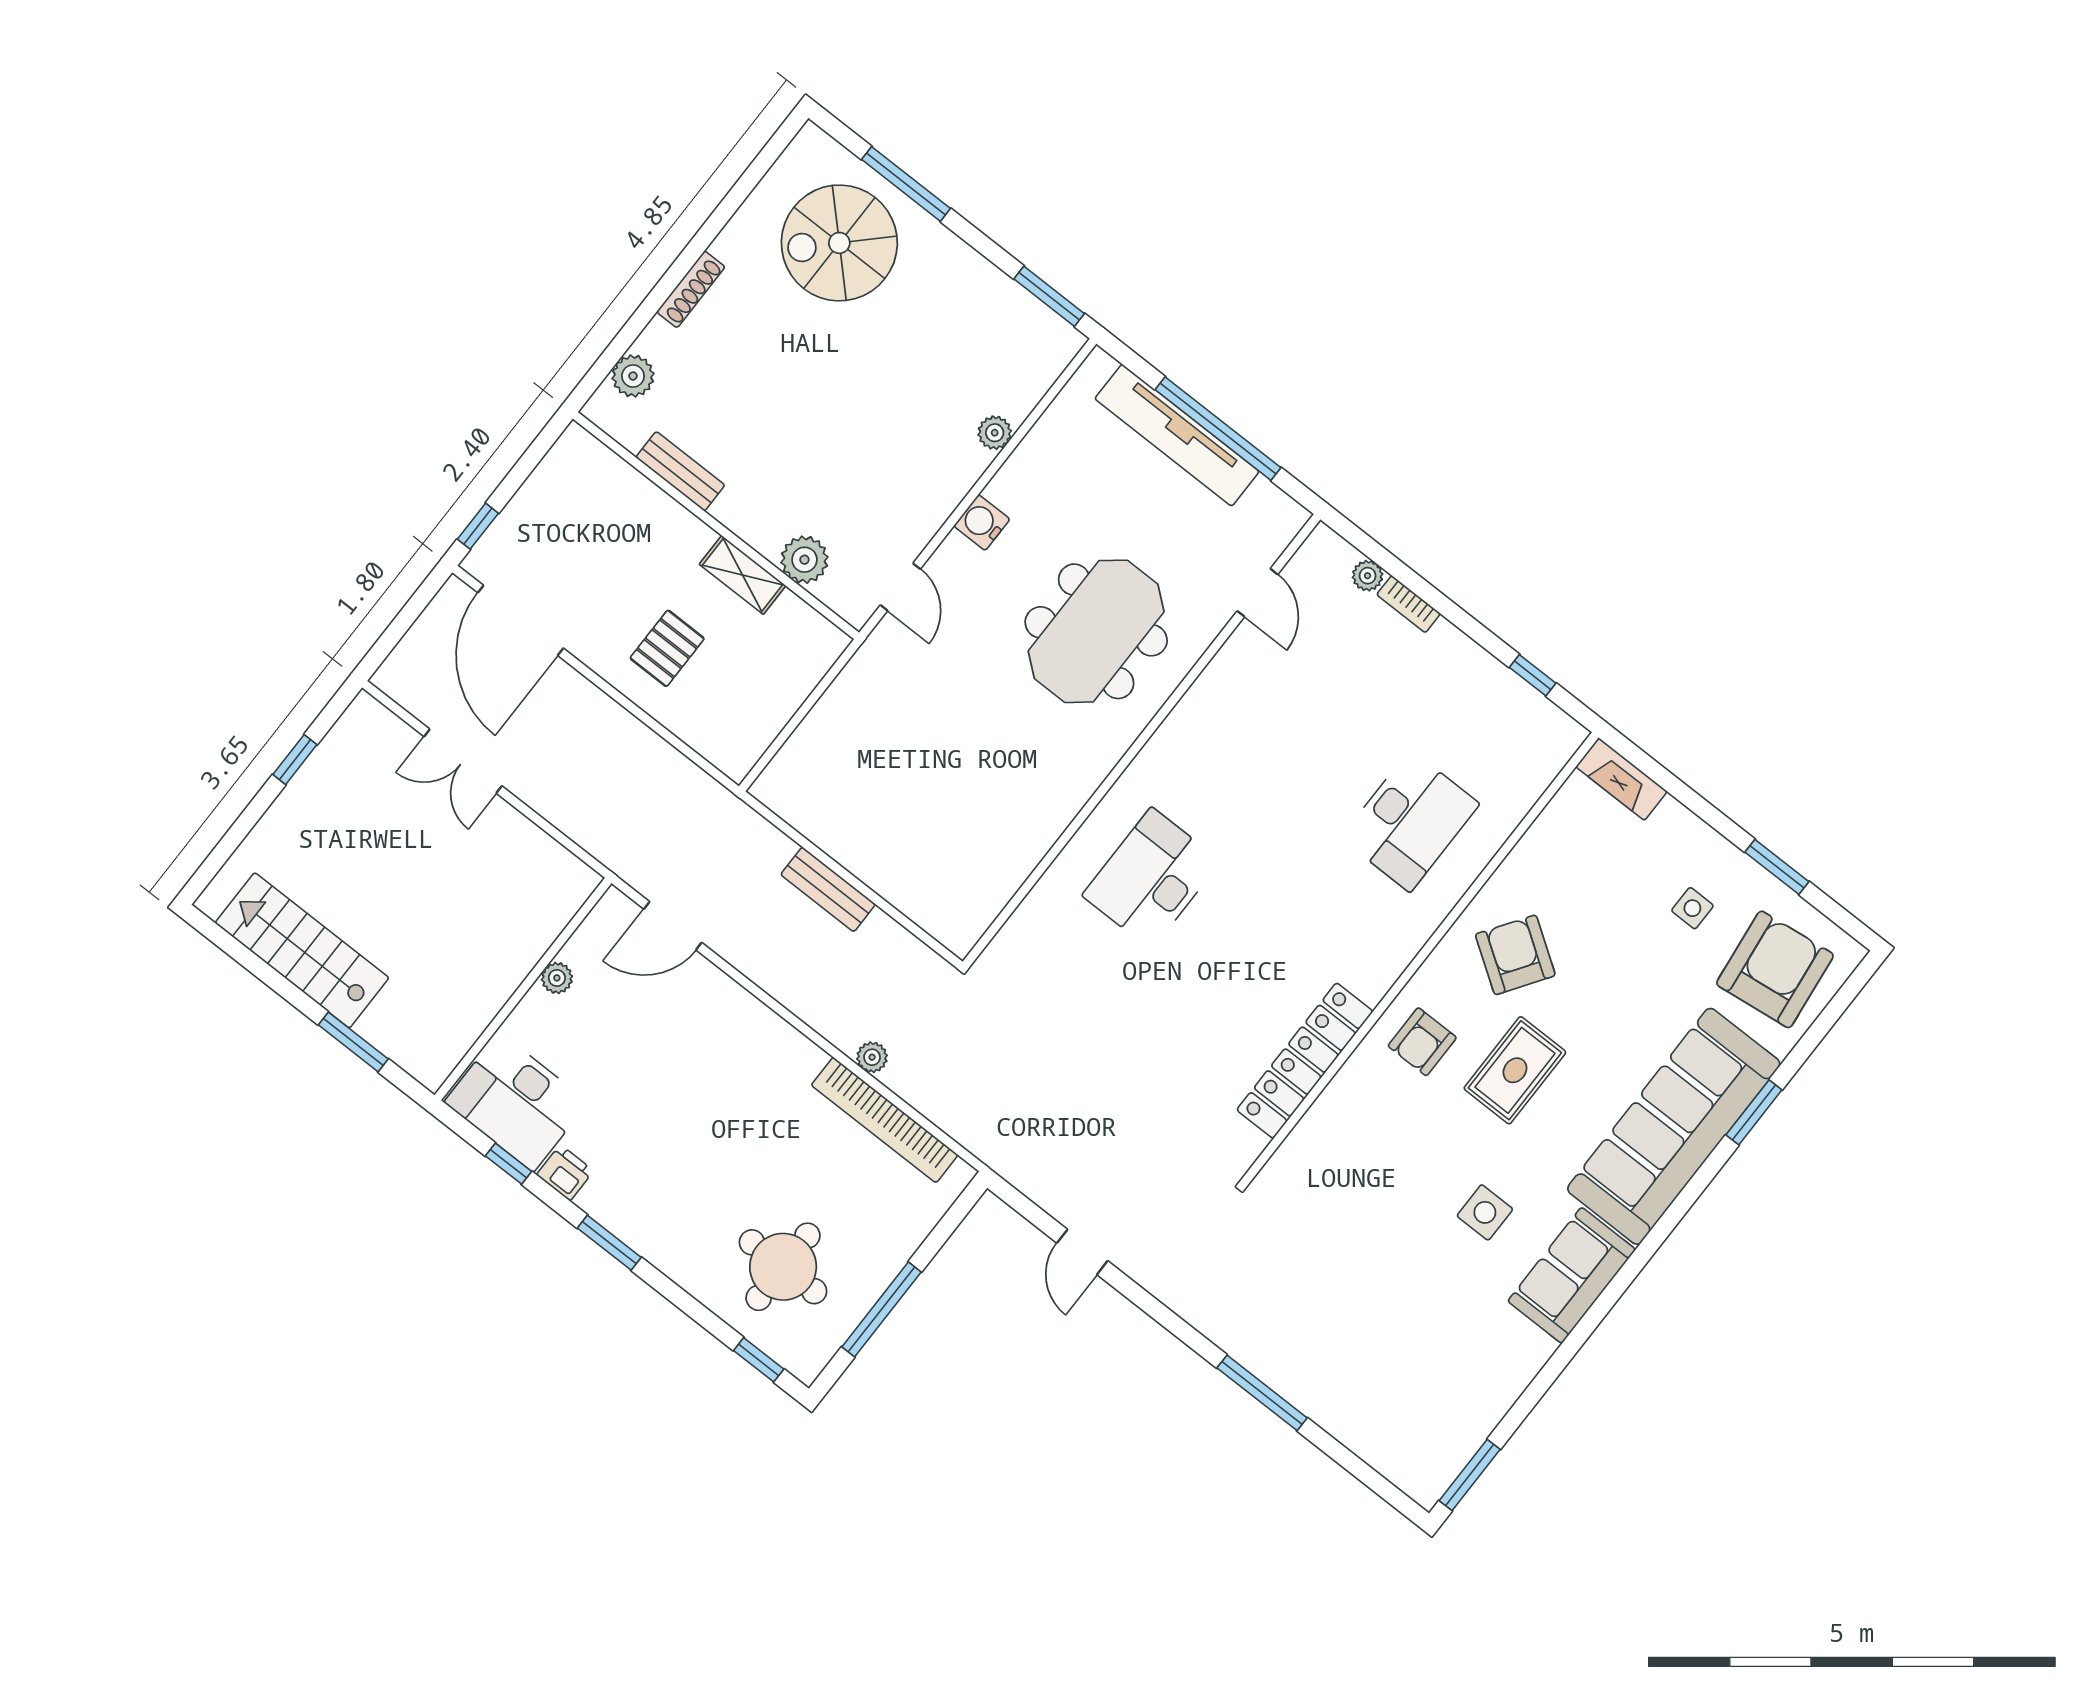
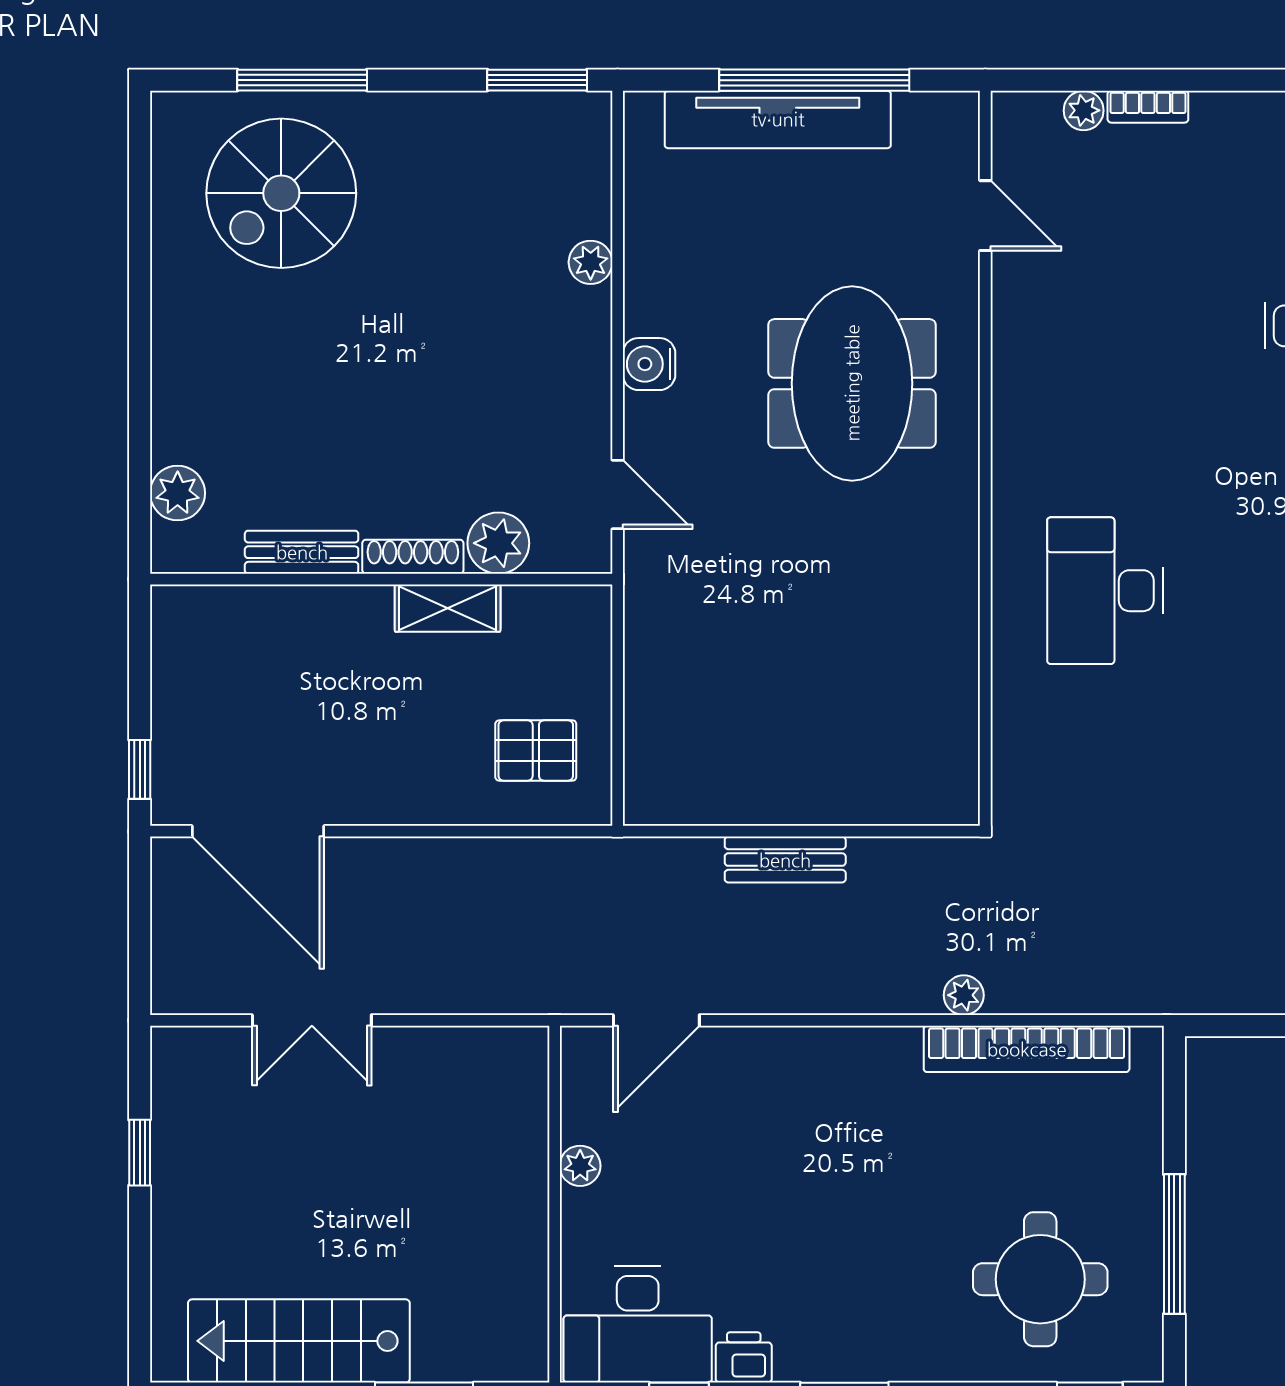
shoe rack: (691, 289) -> (413, 557), moved, turned -90
pallet: (667, 648) -> (536, 750), moved, turned 90

